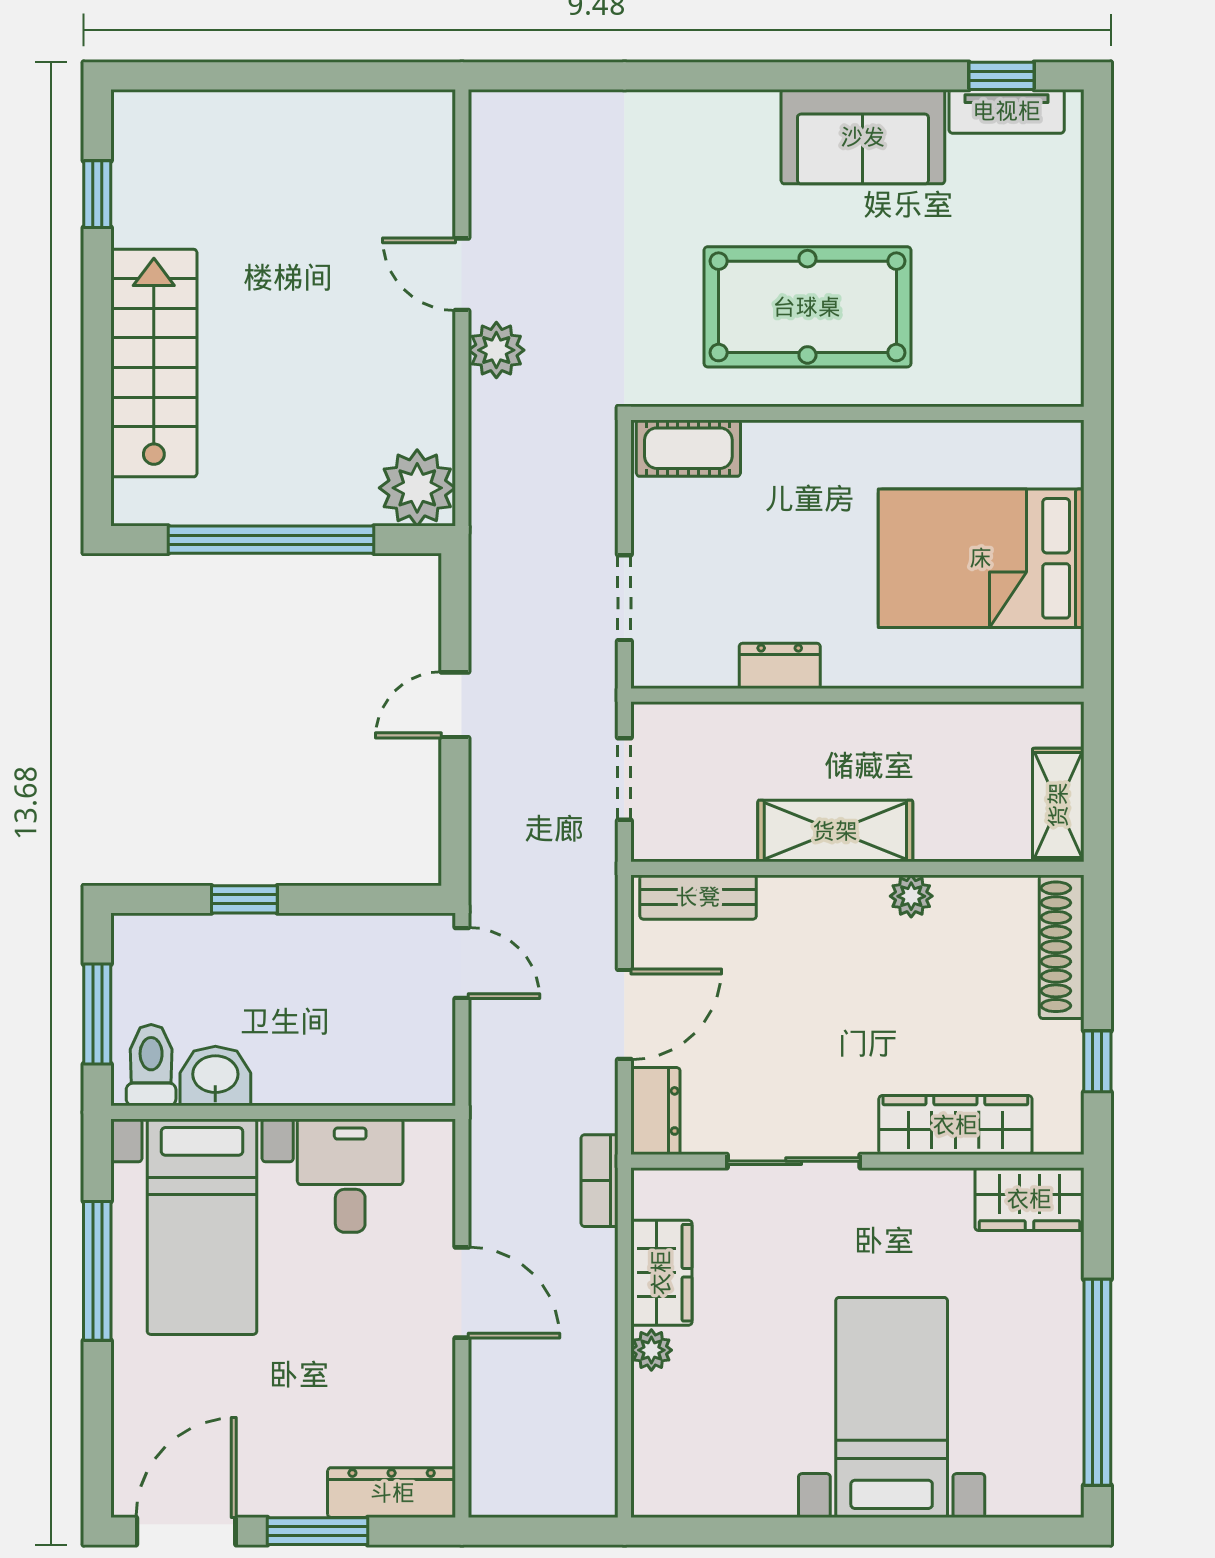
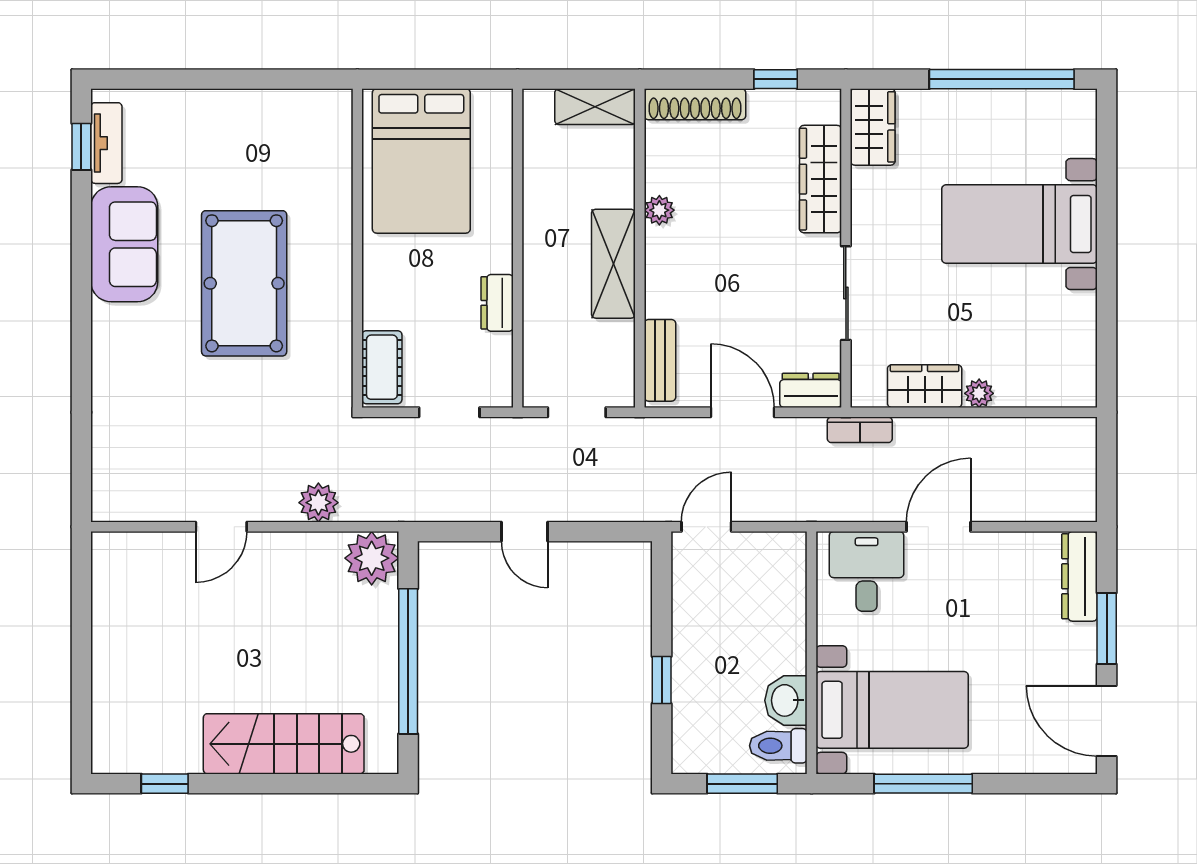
plant: (496, 350) -> (318, 503), moved
wall: (857, 413) -> (357, 248), moved
cot: (688, 448) -> (382, 367), moved
desk: (350, 1176) -> (867, 571), moved, turned 90

